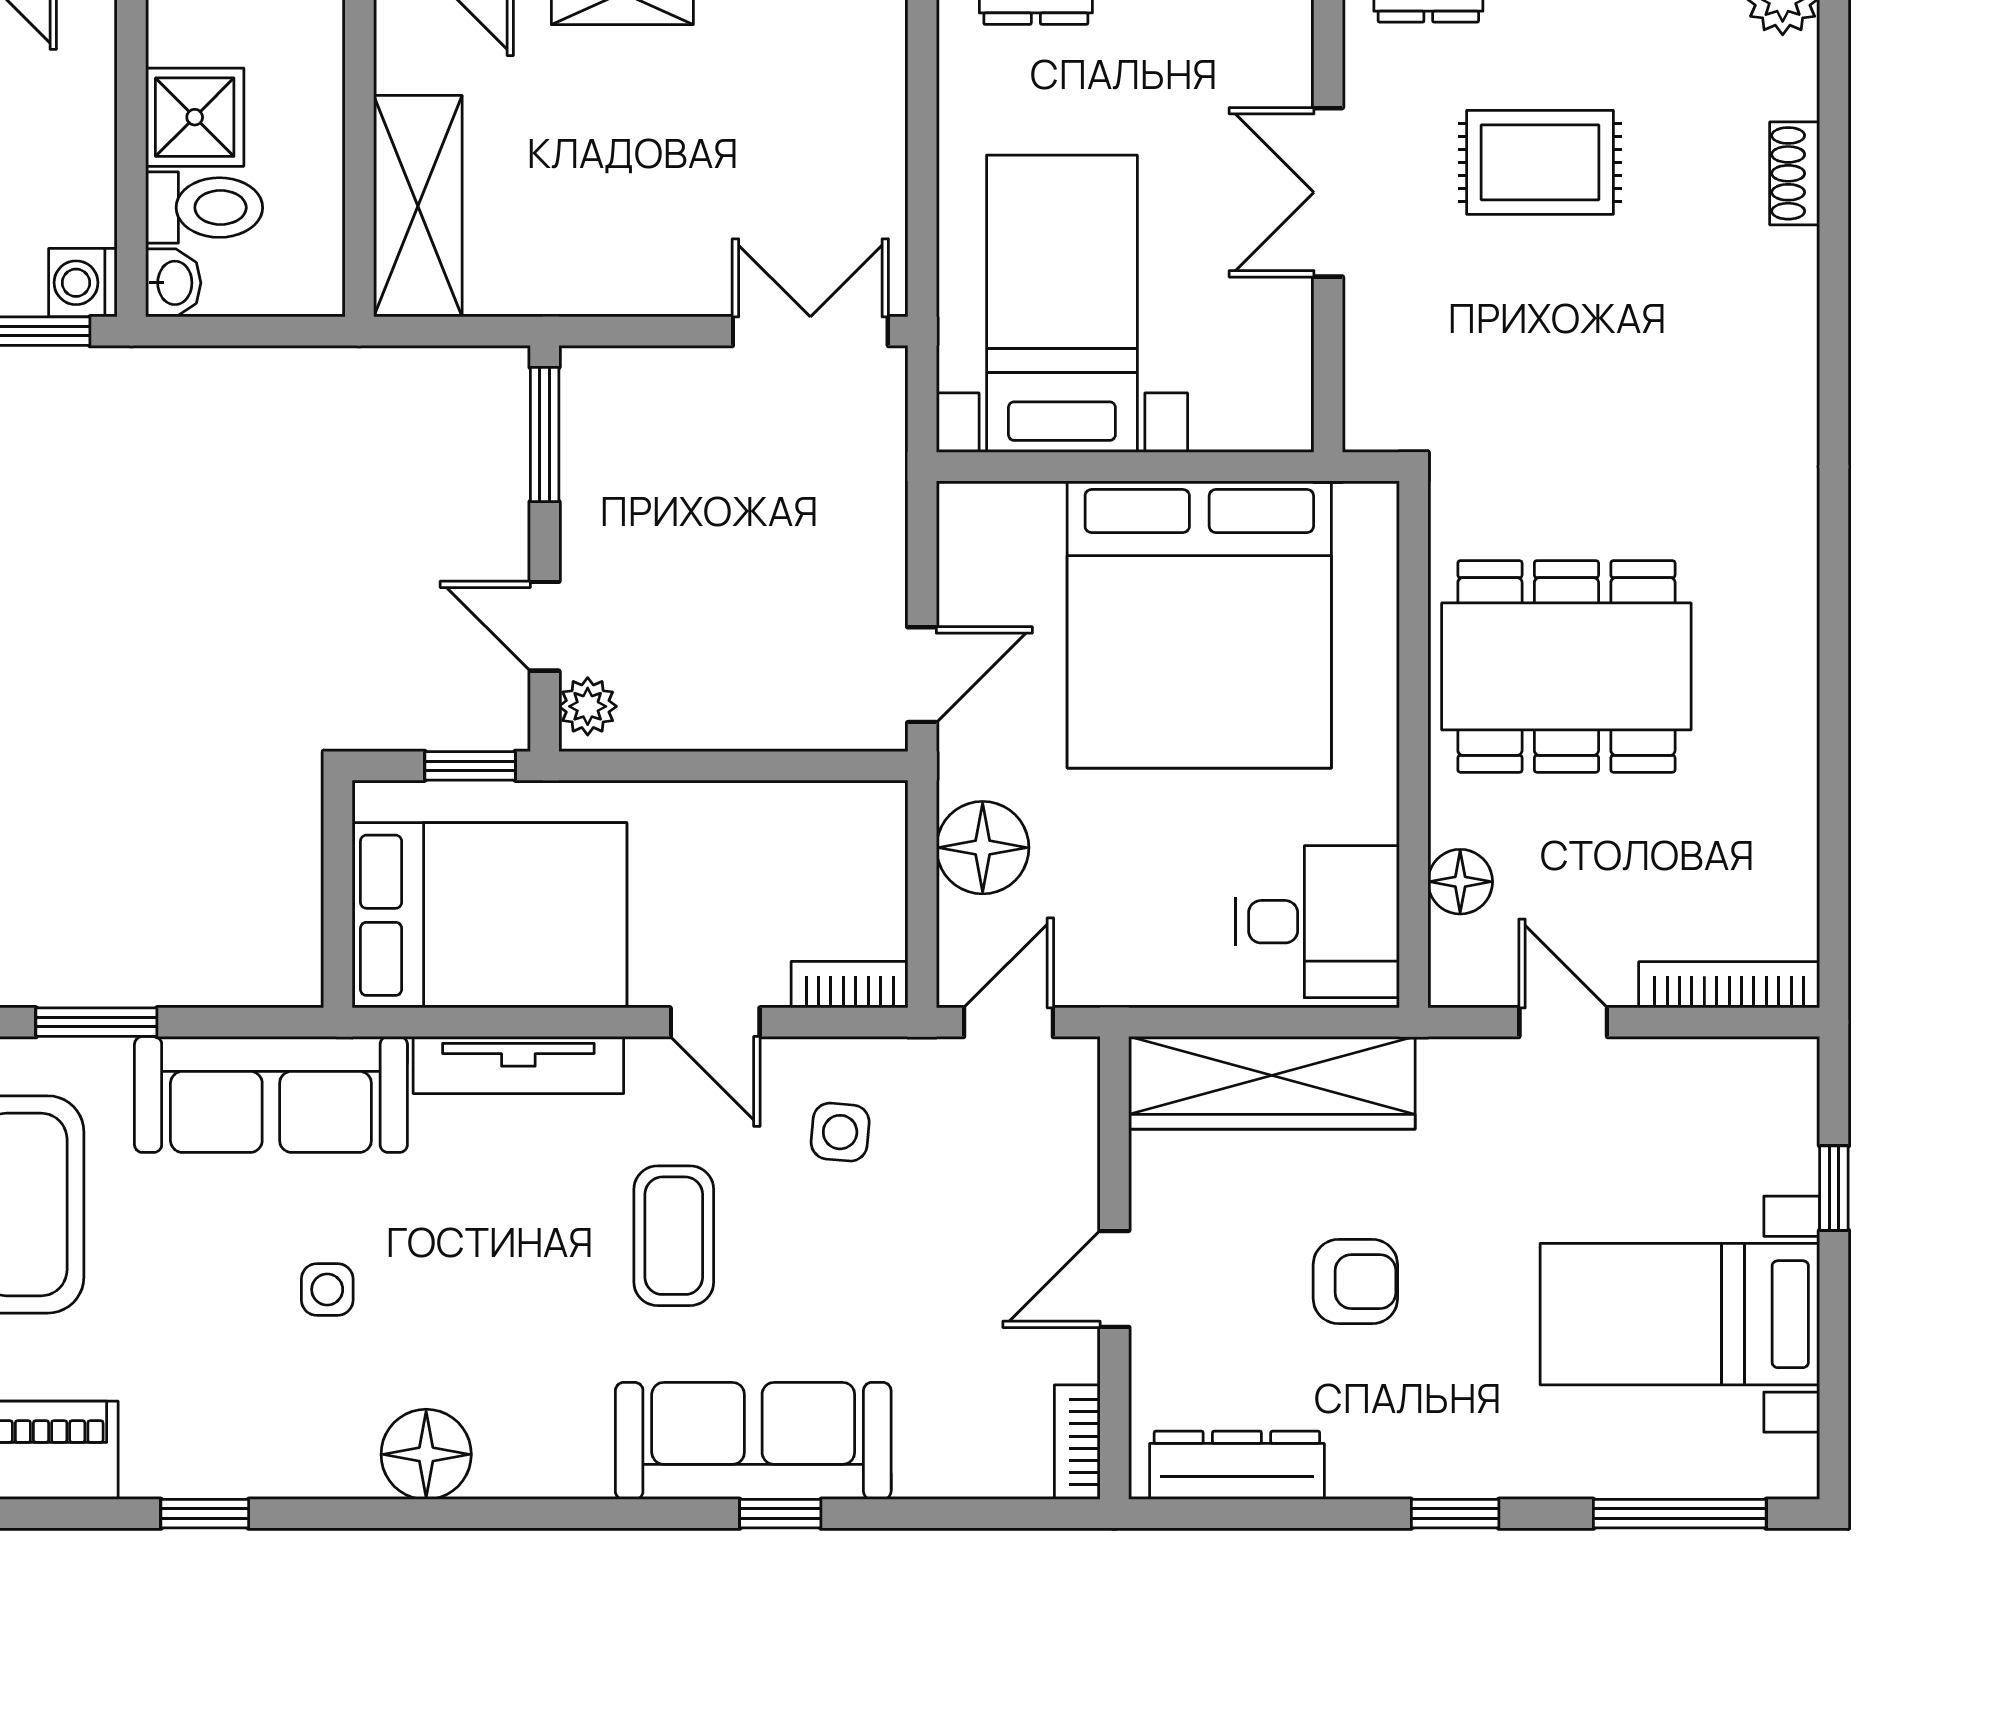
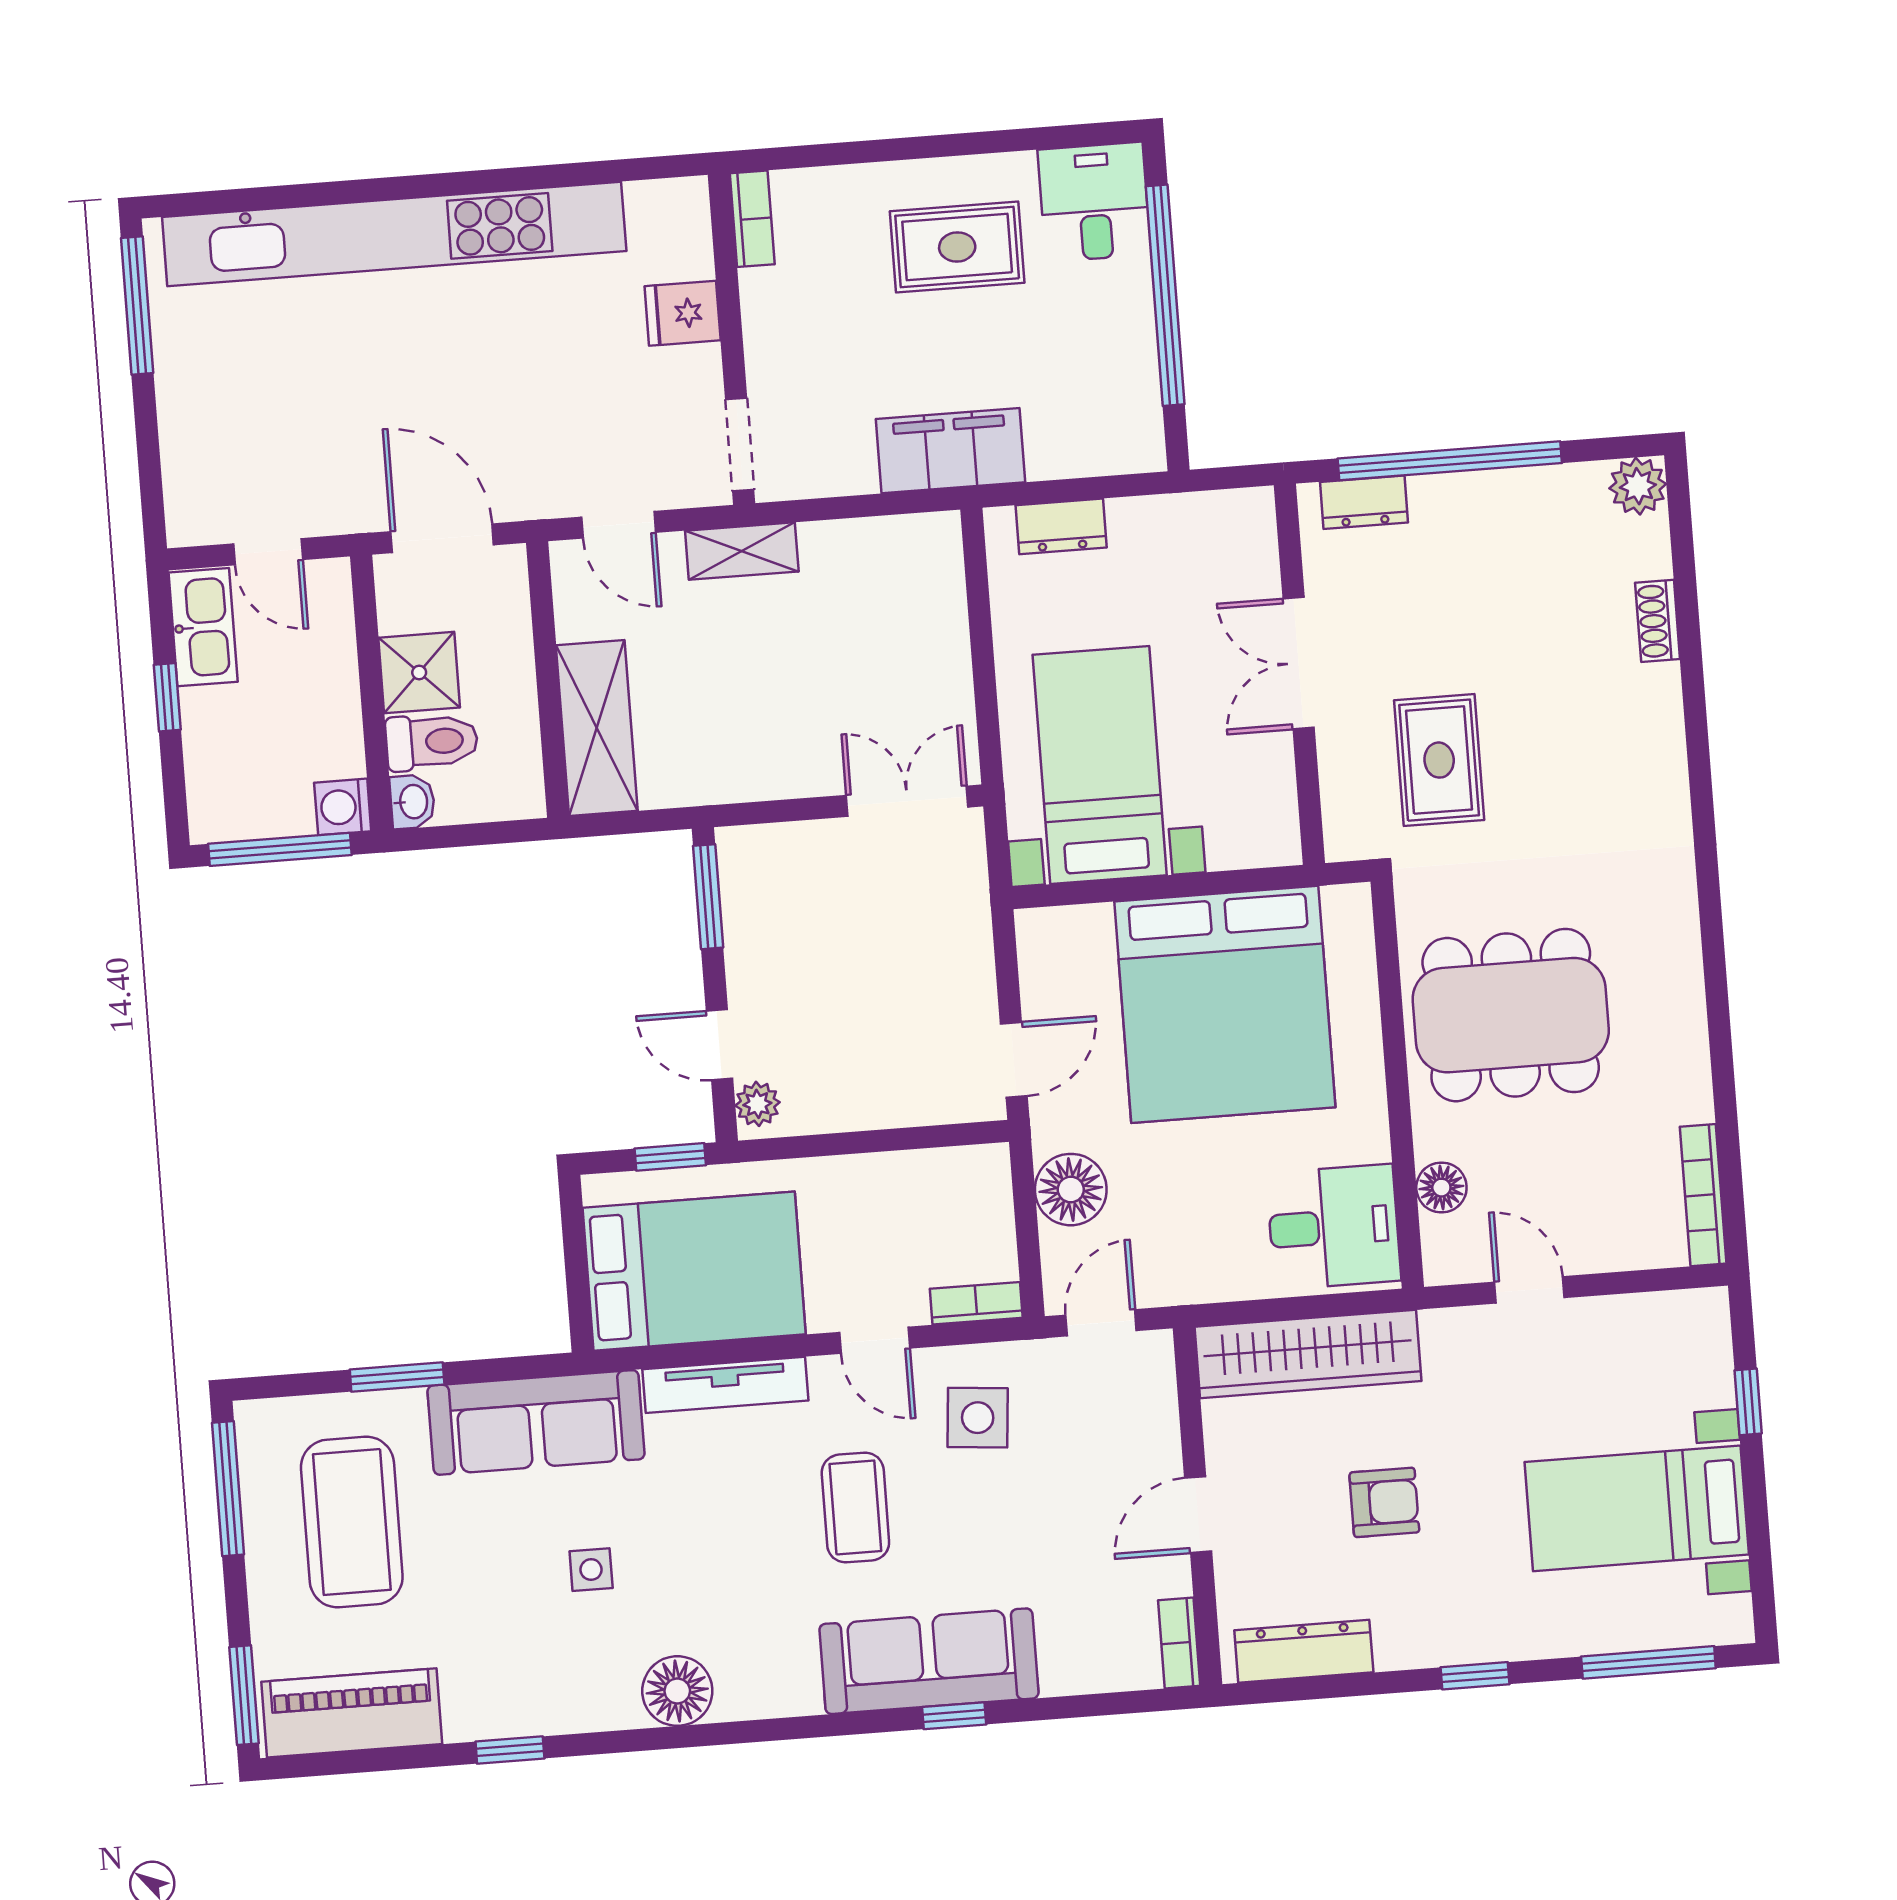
rug: (1540, 162) -> (1439, 760), moved, turned 90
bookcase: (1729, 985) -> (1703, 1195), moved, turned -90
side table: (840, 1132) -> (978, 1418), width x1.37, depth x1.37

